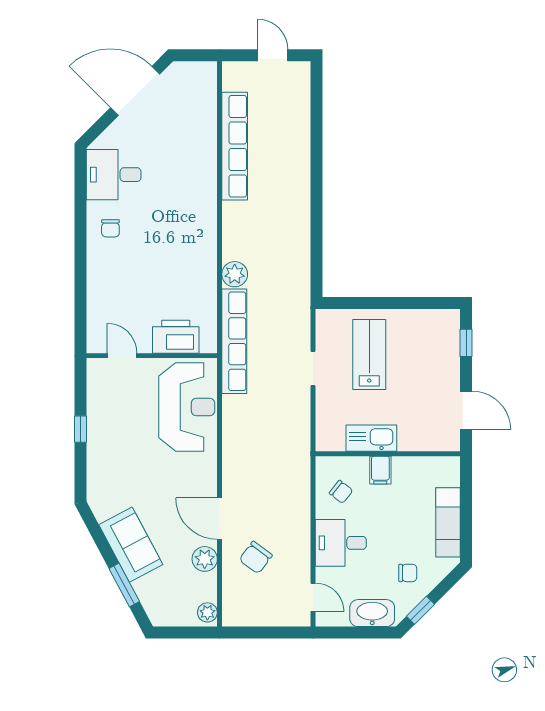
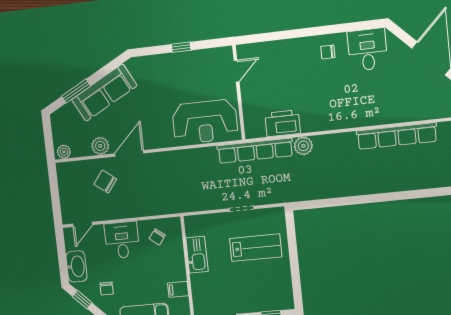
printer: (176, 337) -> (283, 123), moved, turned -90
filing cabinet: (380, 470) -> (178, 289), moved
sofa: (131, 545) -> (104, 93), width x1.36

